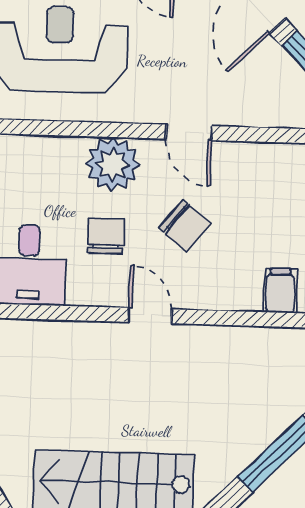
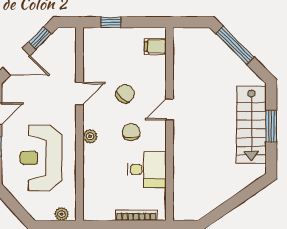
plant: (113, 164) -> (90, 136), width x0.53, depth x0.53
chair: (106, 236) -> (131, 132), turned 90

